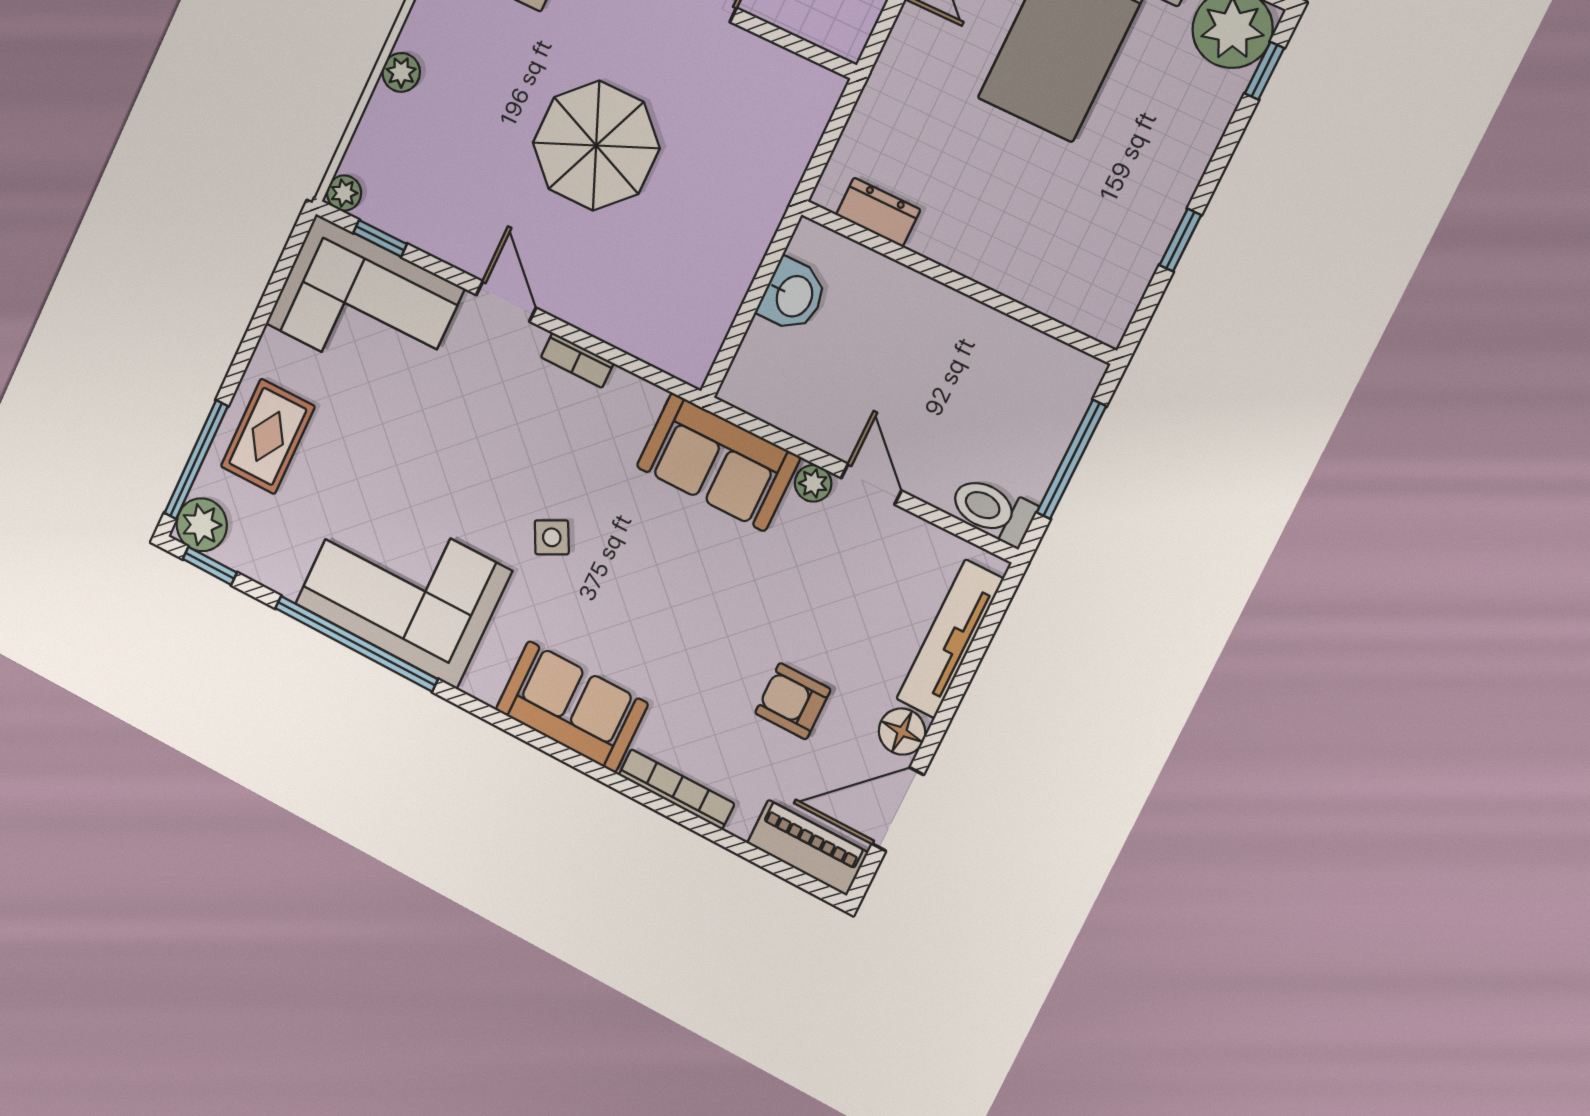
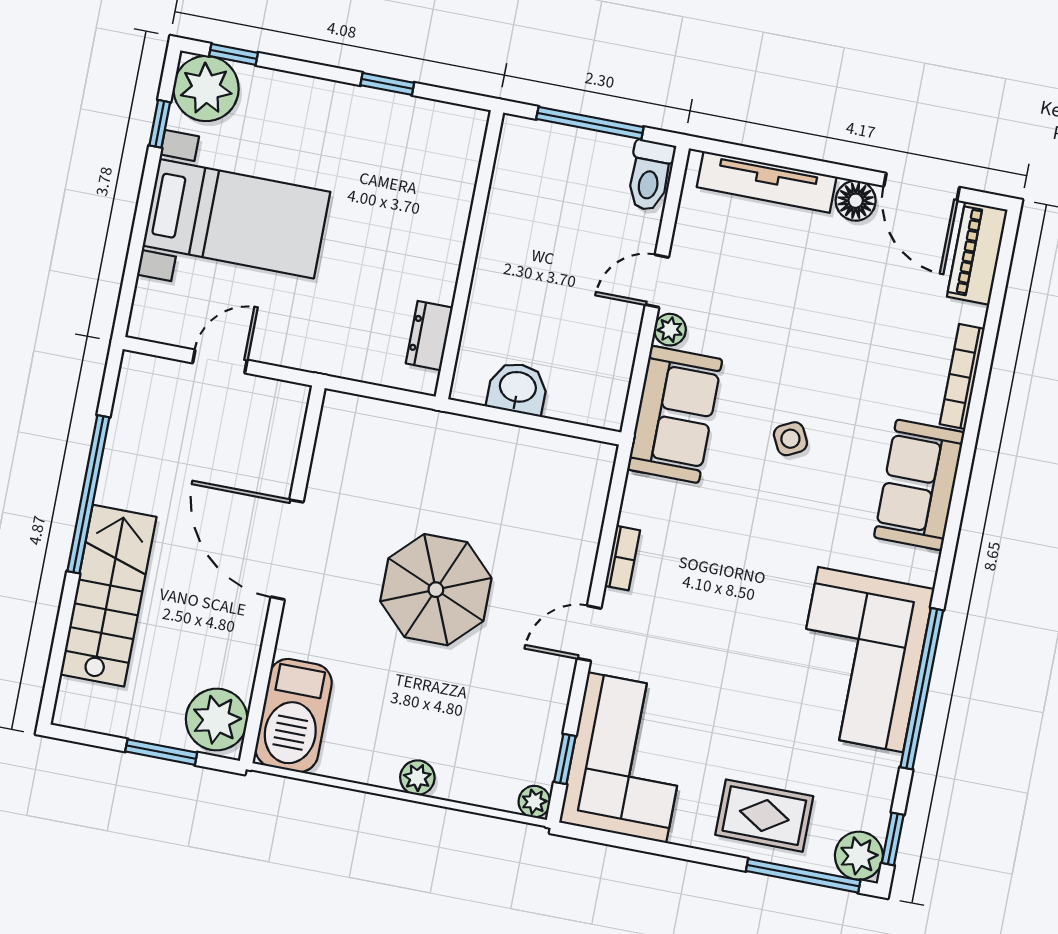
side table: (552, 537) -> (790, 439), moved
armchair: (793, 701) -> (858, 298), removed

